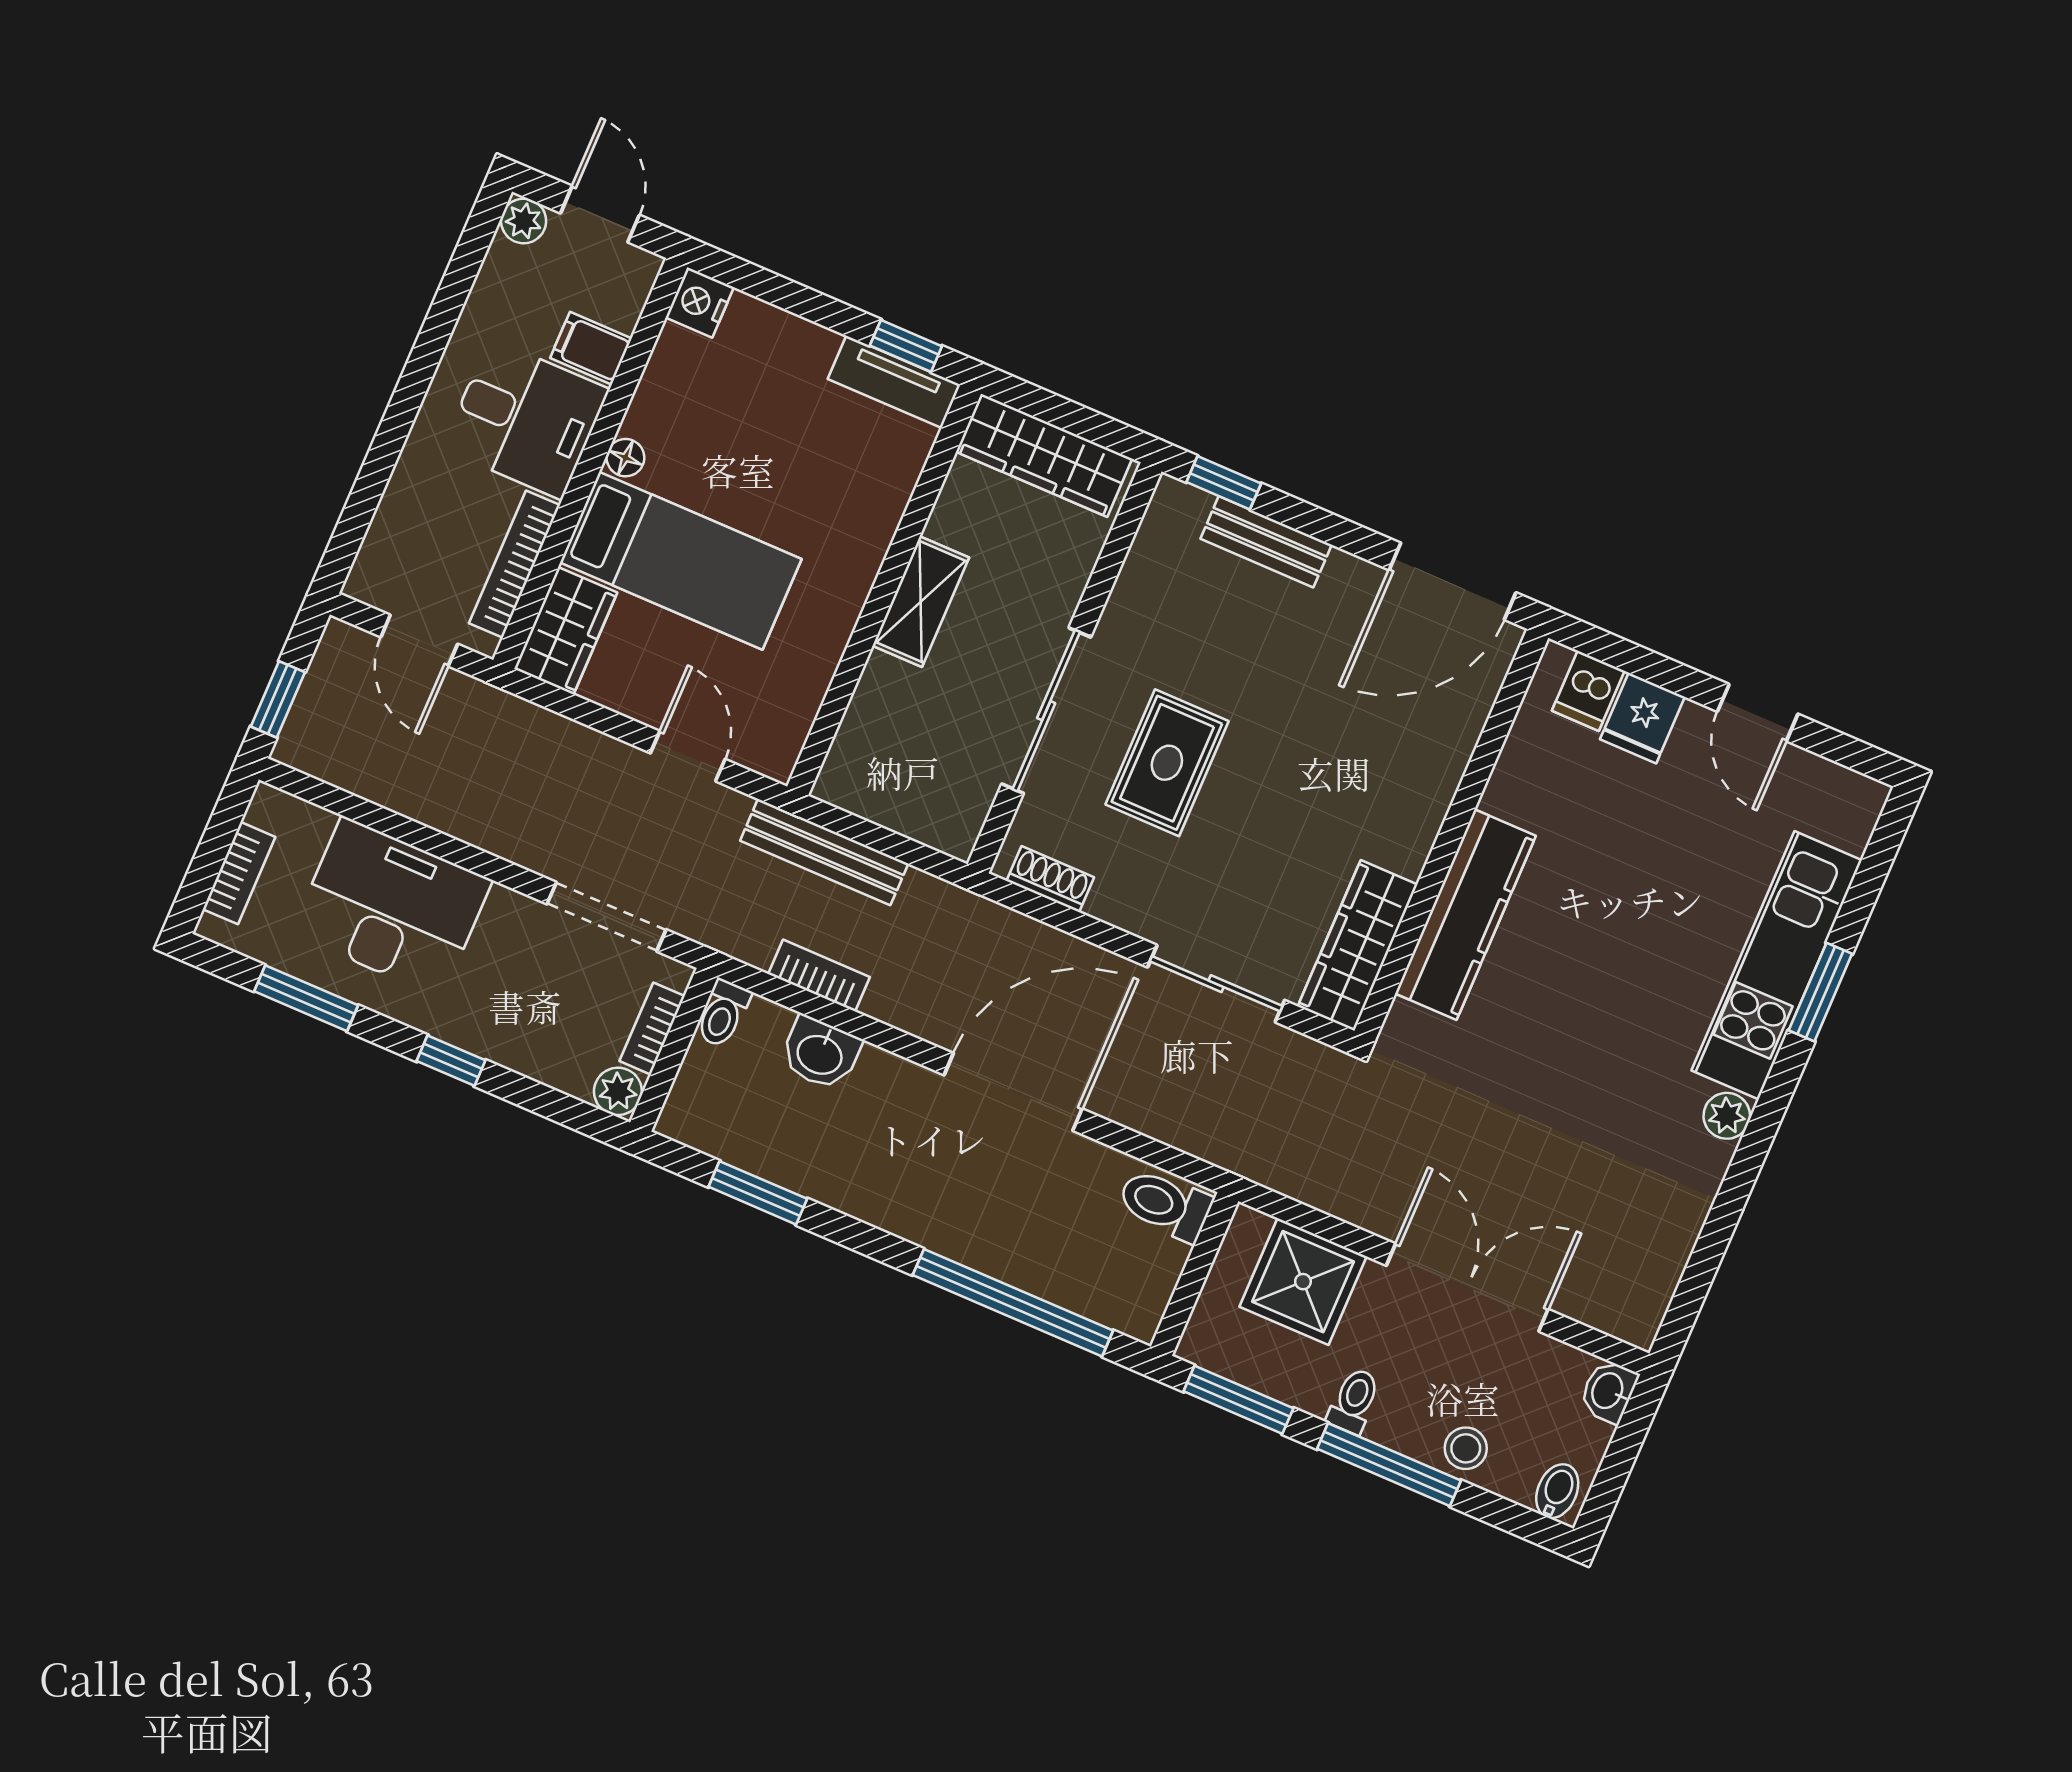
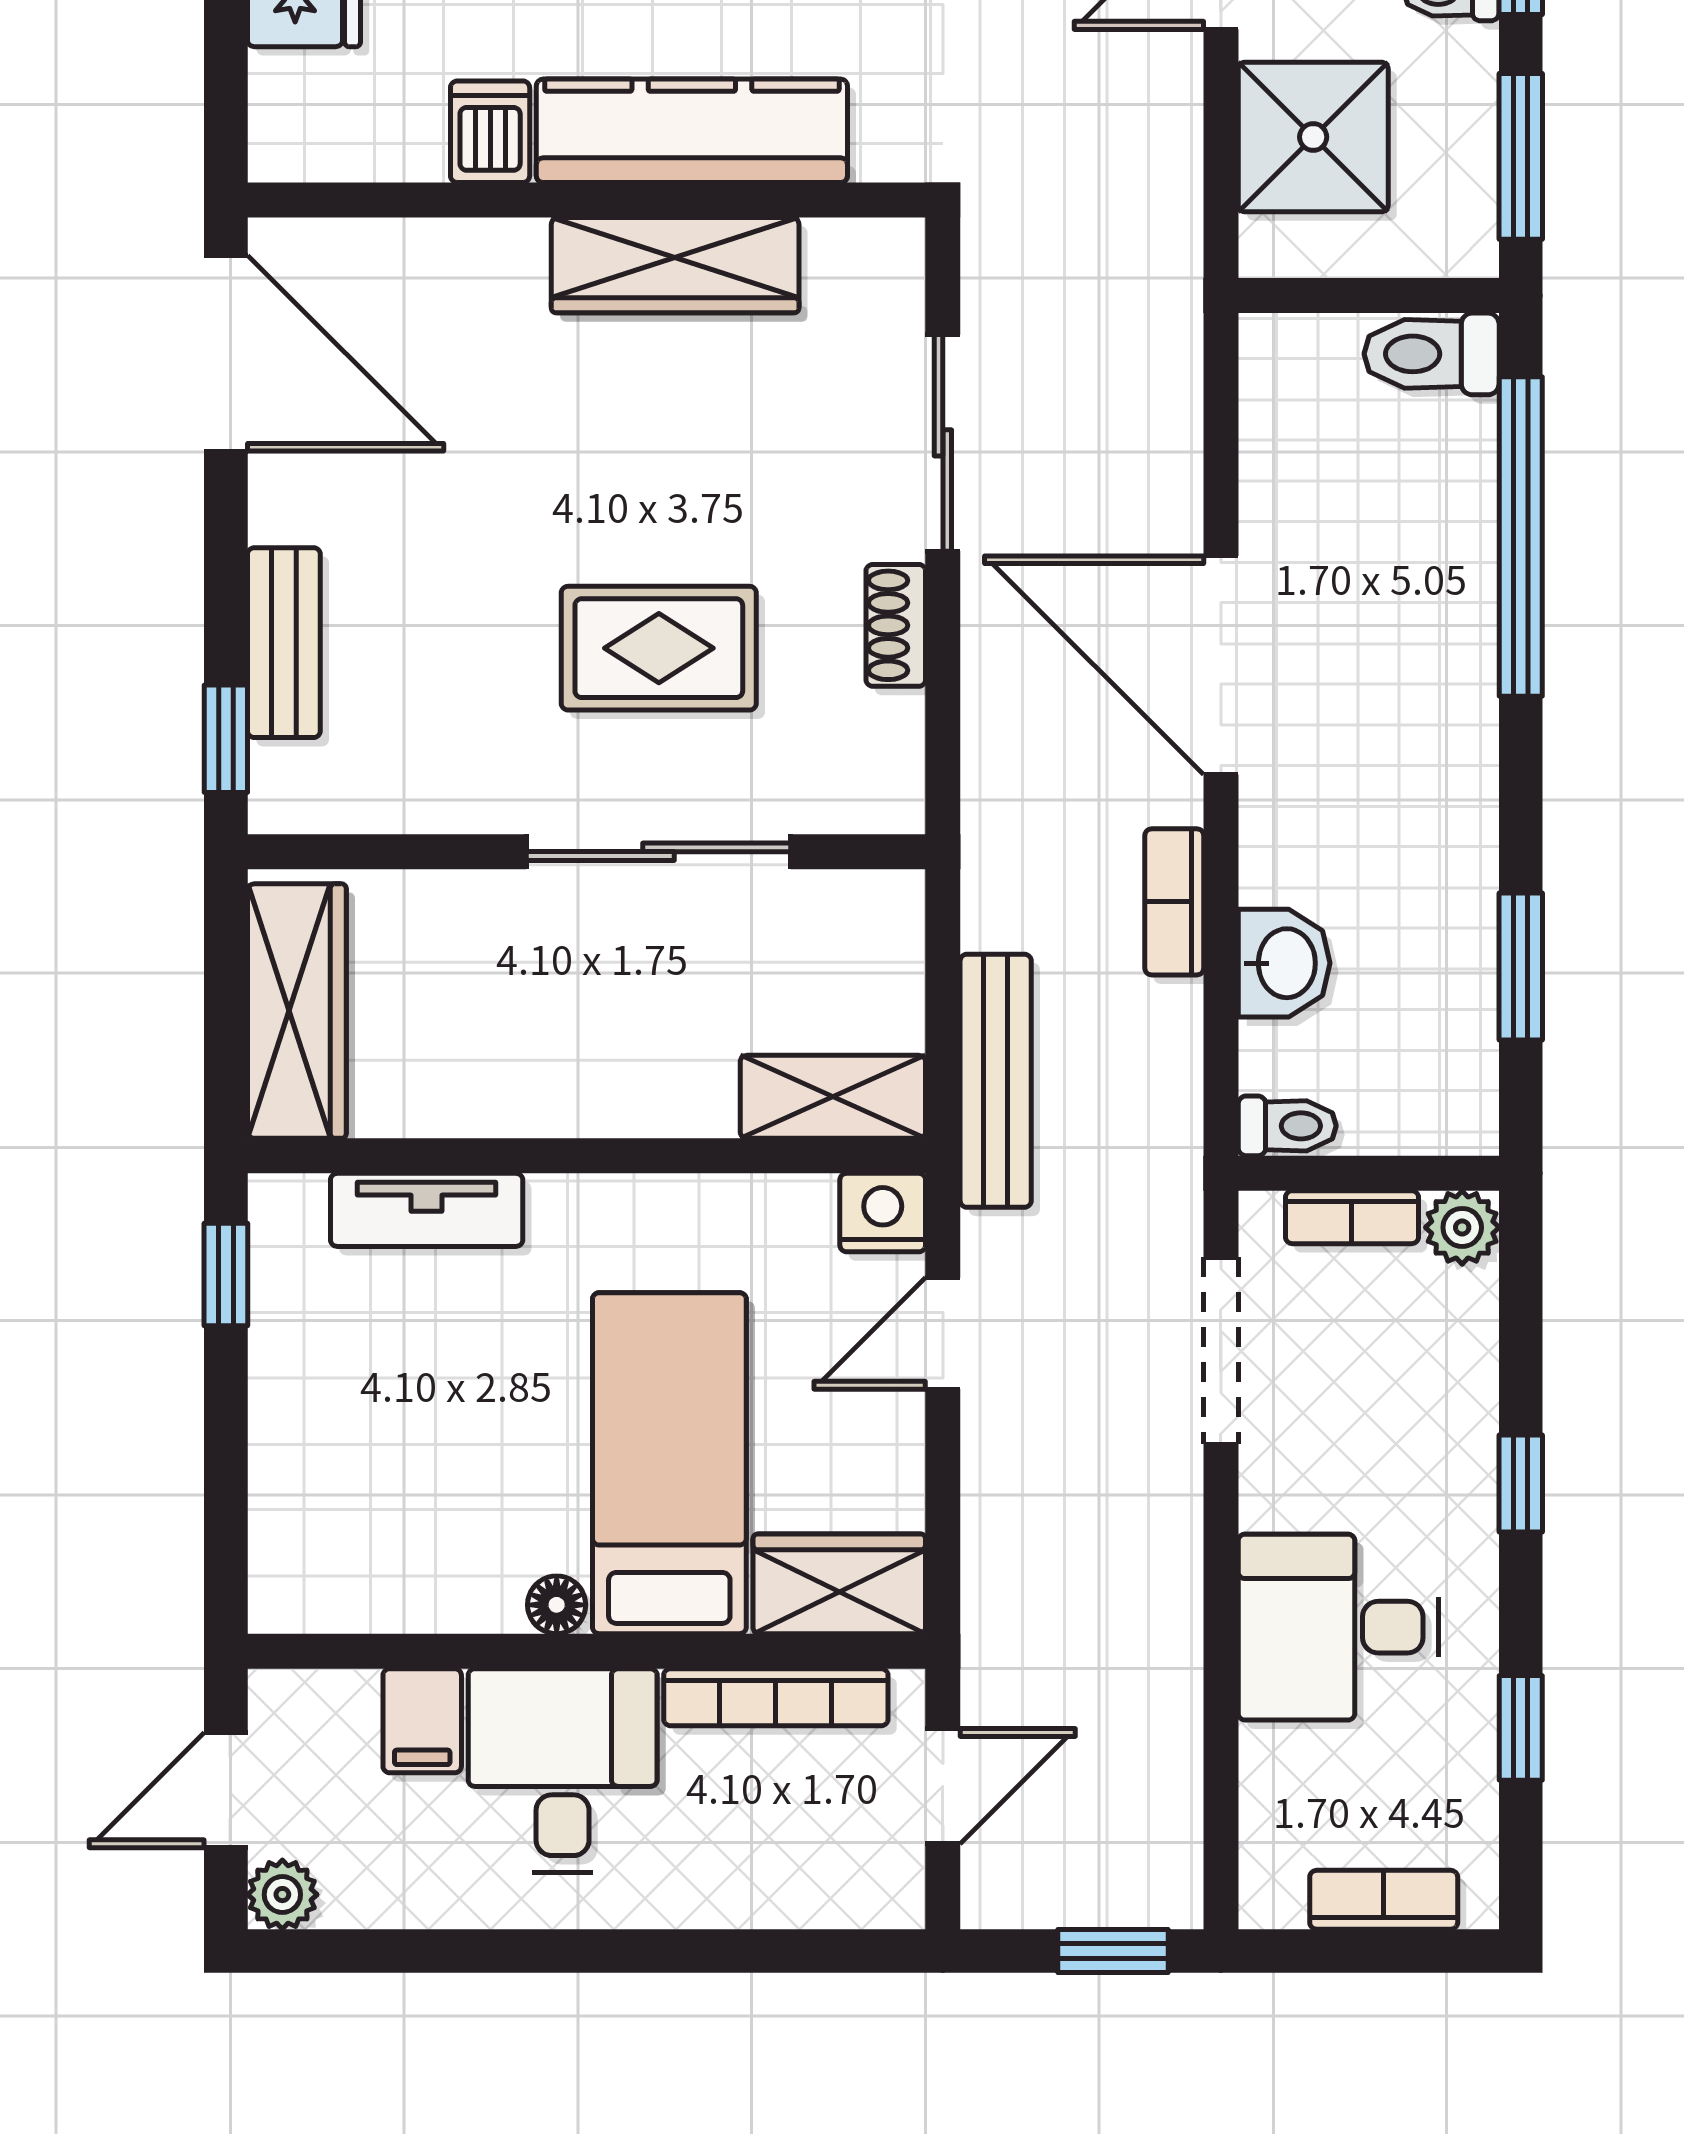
nightstand: (700, 302) -> (883, 1213), moved, turned 180
tv unit: (894, 382) -> (427, 1210), moved, turned 90
shelving: (921, 602) -> (833, 1097), moved
dishwasher: (1588, 691) -> (490, 132), moved, turned -90
shoe rack: (1050, 879) -> (896, 625), moved
desk: (392, 907) -> (1339, 1627), width x0.73
wardrobe: (1358, 945) -> (675, 265), moved
bookcase: (819, 975) -> (1174, 902), moved
window: (306, 998) -> (1521, 1728), width x0.67
toilet: (1165, 1205) -> (1432, 354), moved, turned 90

